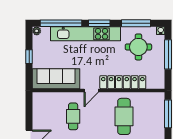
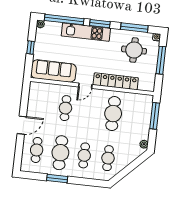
kitchen unit: (86, 34) -> (86, 32), width x0.73

